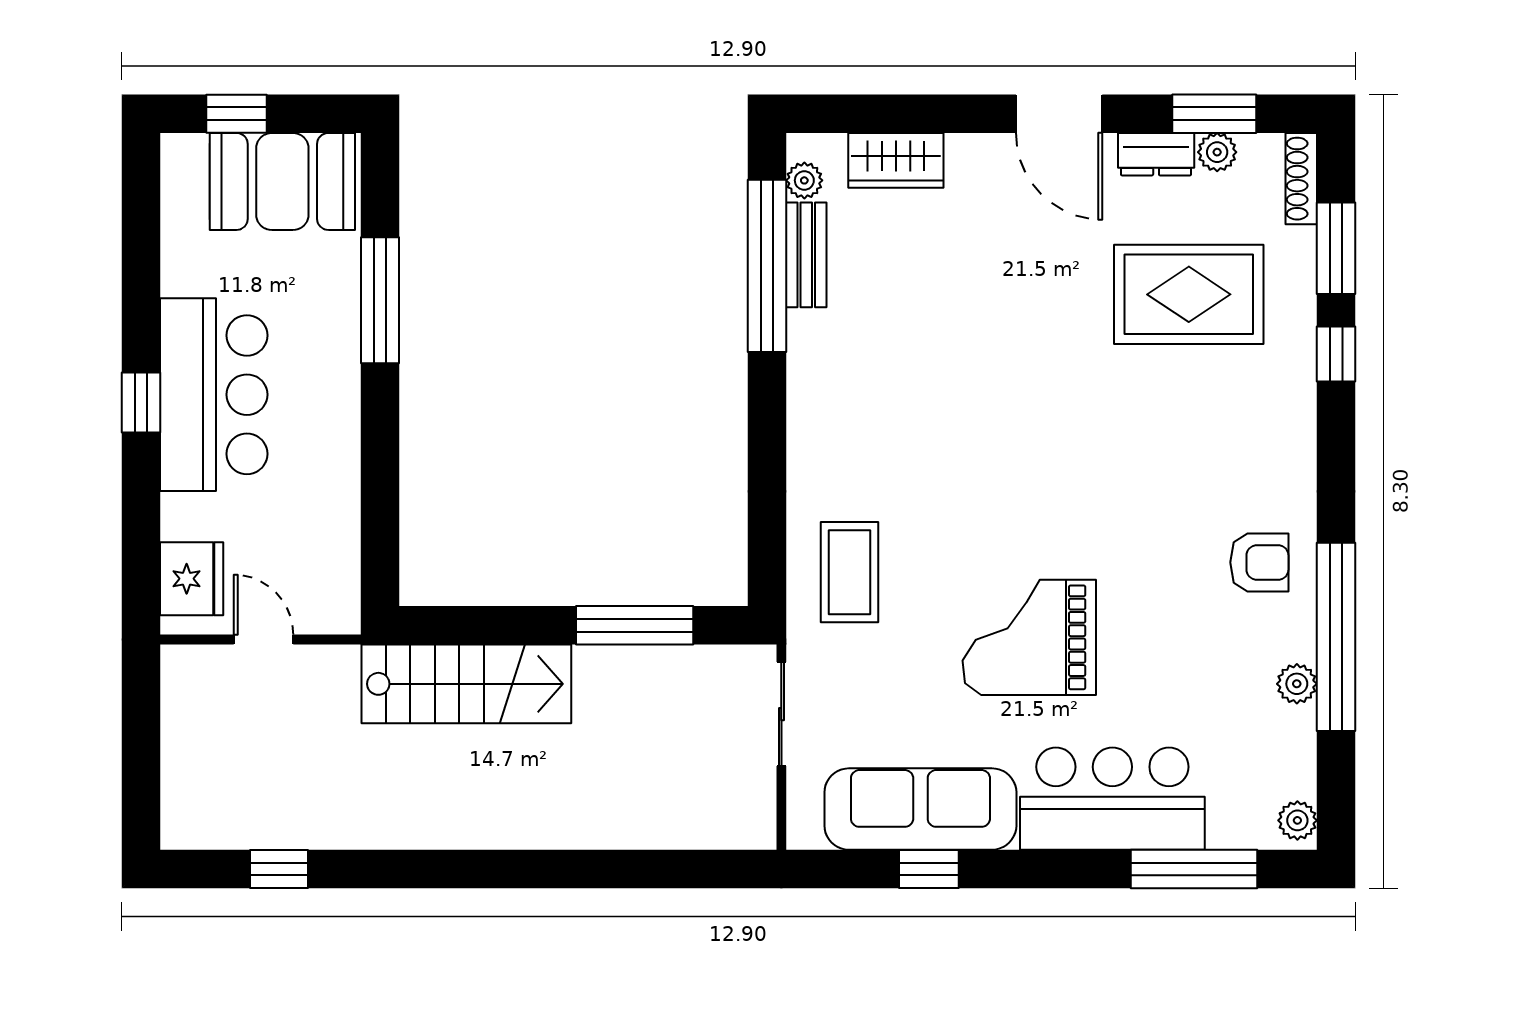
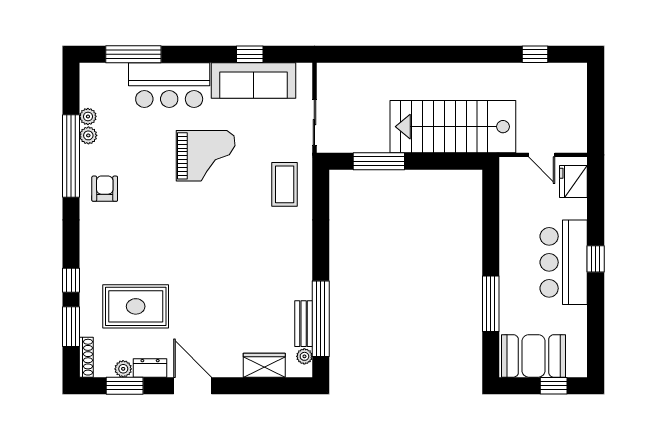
armchair: (1259, 562) -> (105, 189), turned 90
stairs: (466, 684) -> (453, 127), width x1.36, depth x1.51
plant: (1297, 820) -> (88, 116), moved

